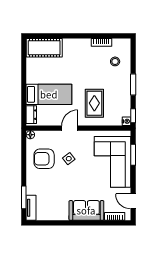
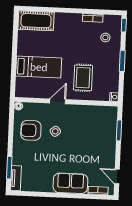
dresser: (31, 115) -> (20, 86), removed
window: (133, 116) -> (124, 25), moved
corner sofa: (113, 162) -> (98, 137), removed

